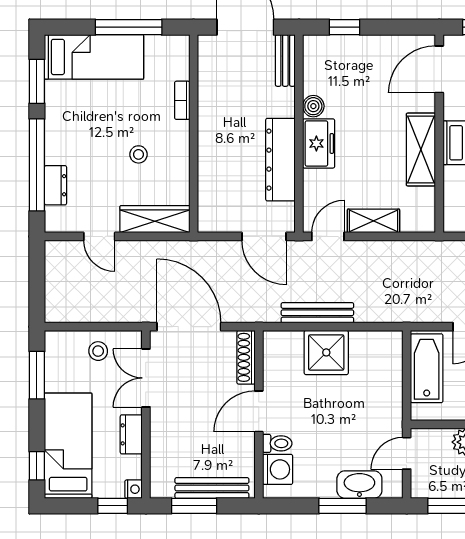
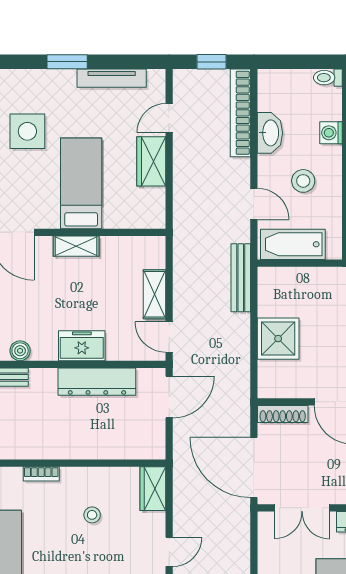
boiler: (313, 106) -> (20, 351), moved
shelving: (421, 149) -> (76, 246), width x0.67, depth x0.75
wardrobe: (155, 219) -> (153, 489), width x0.67
bench: (317, 313) -> (241, 278), moved
door: (189, 327) -> (254, 468), hinge flipped
stool: (98, 351) -> (277, 553), removed

